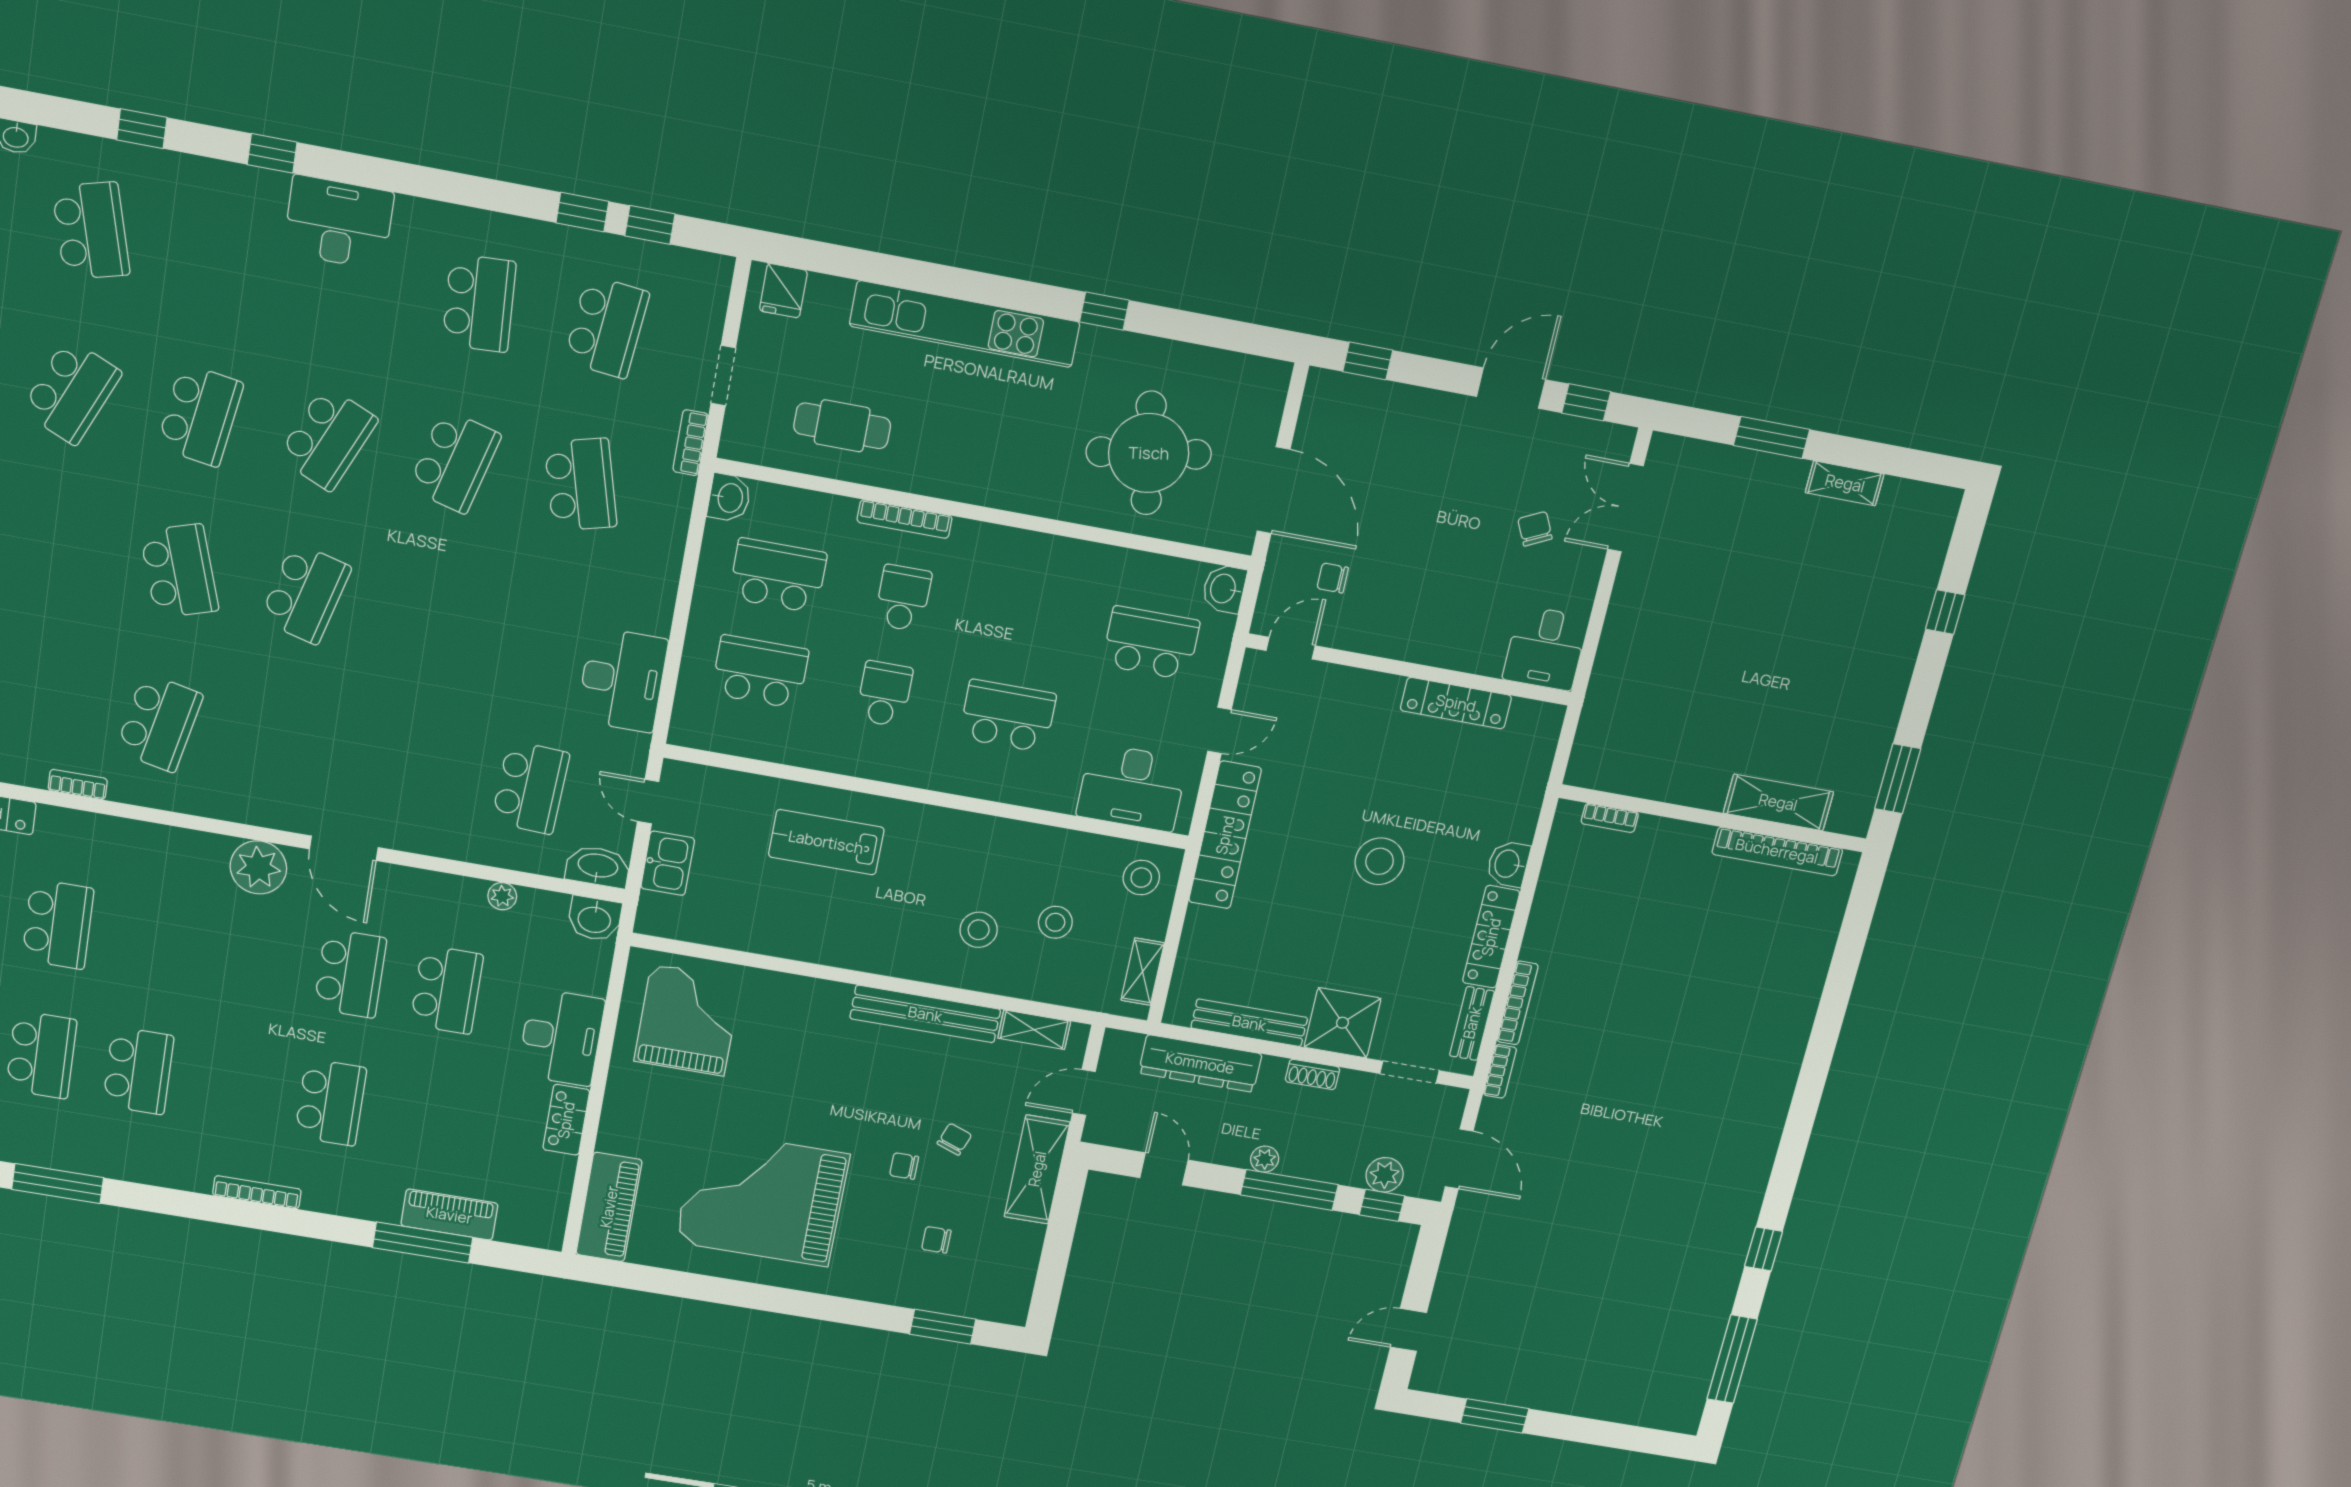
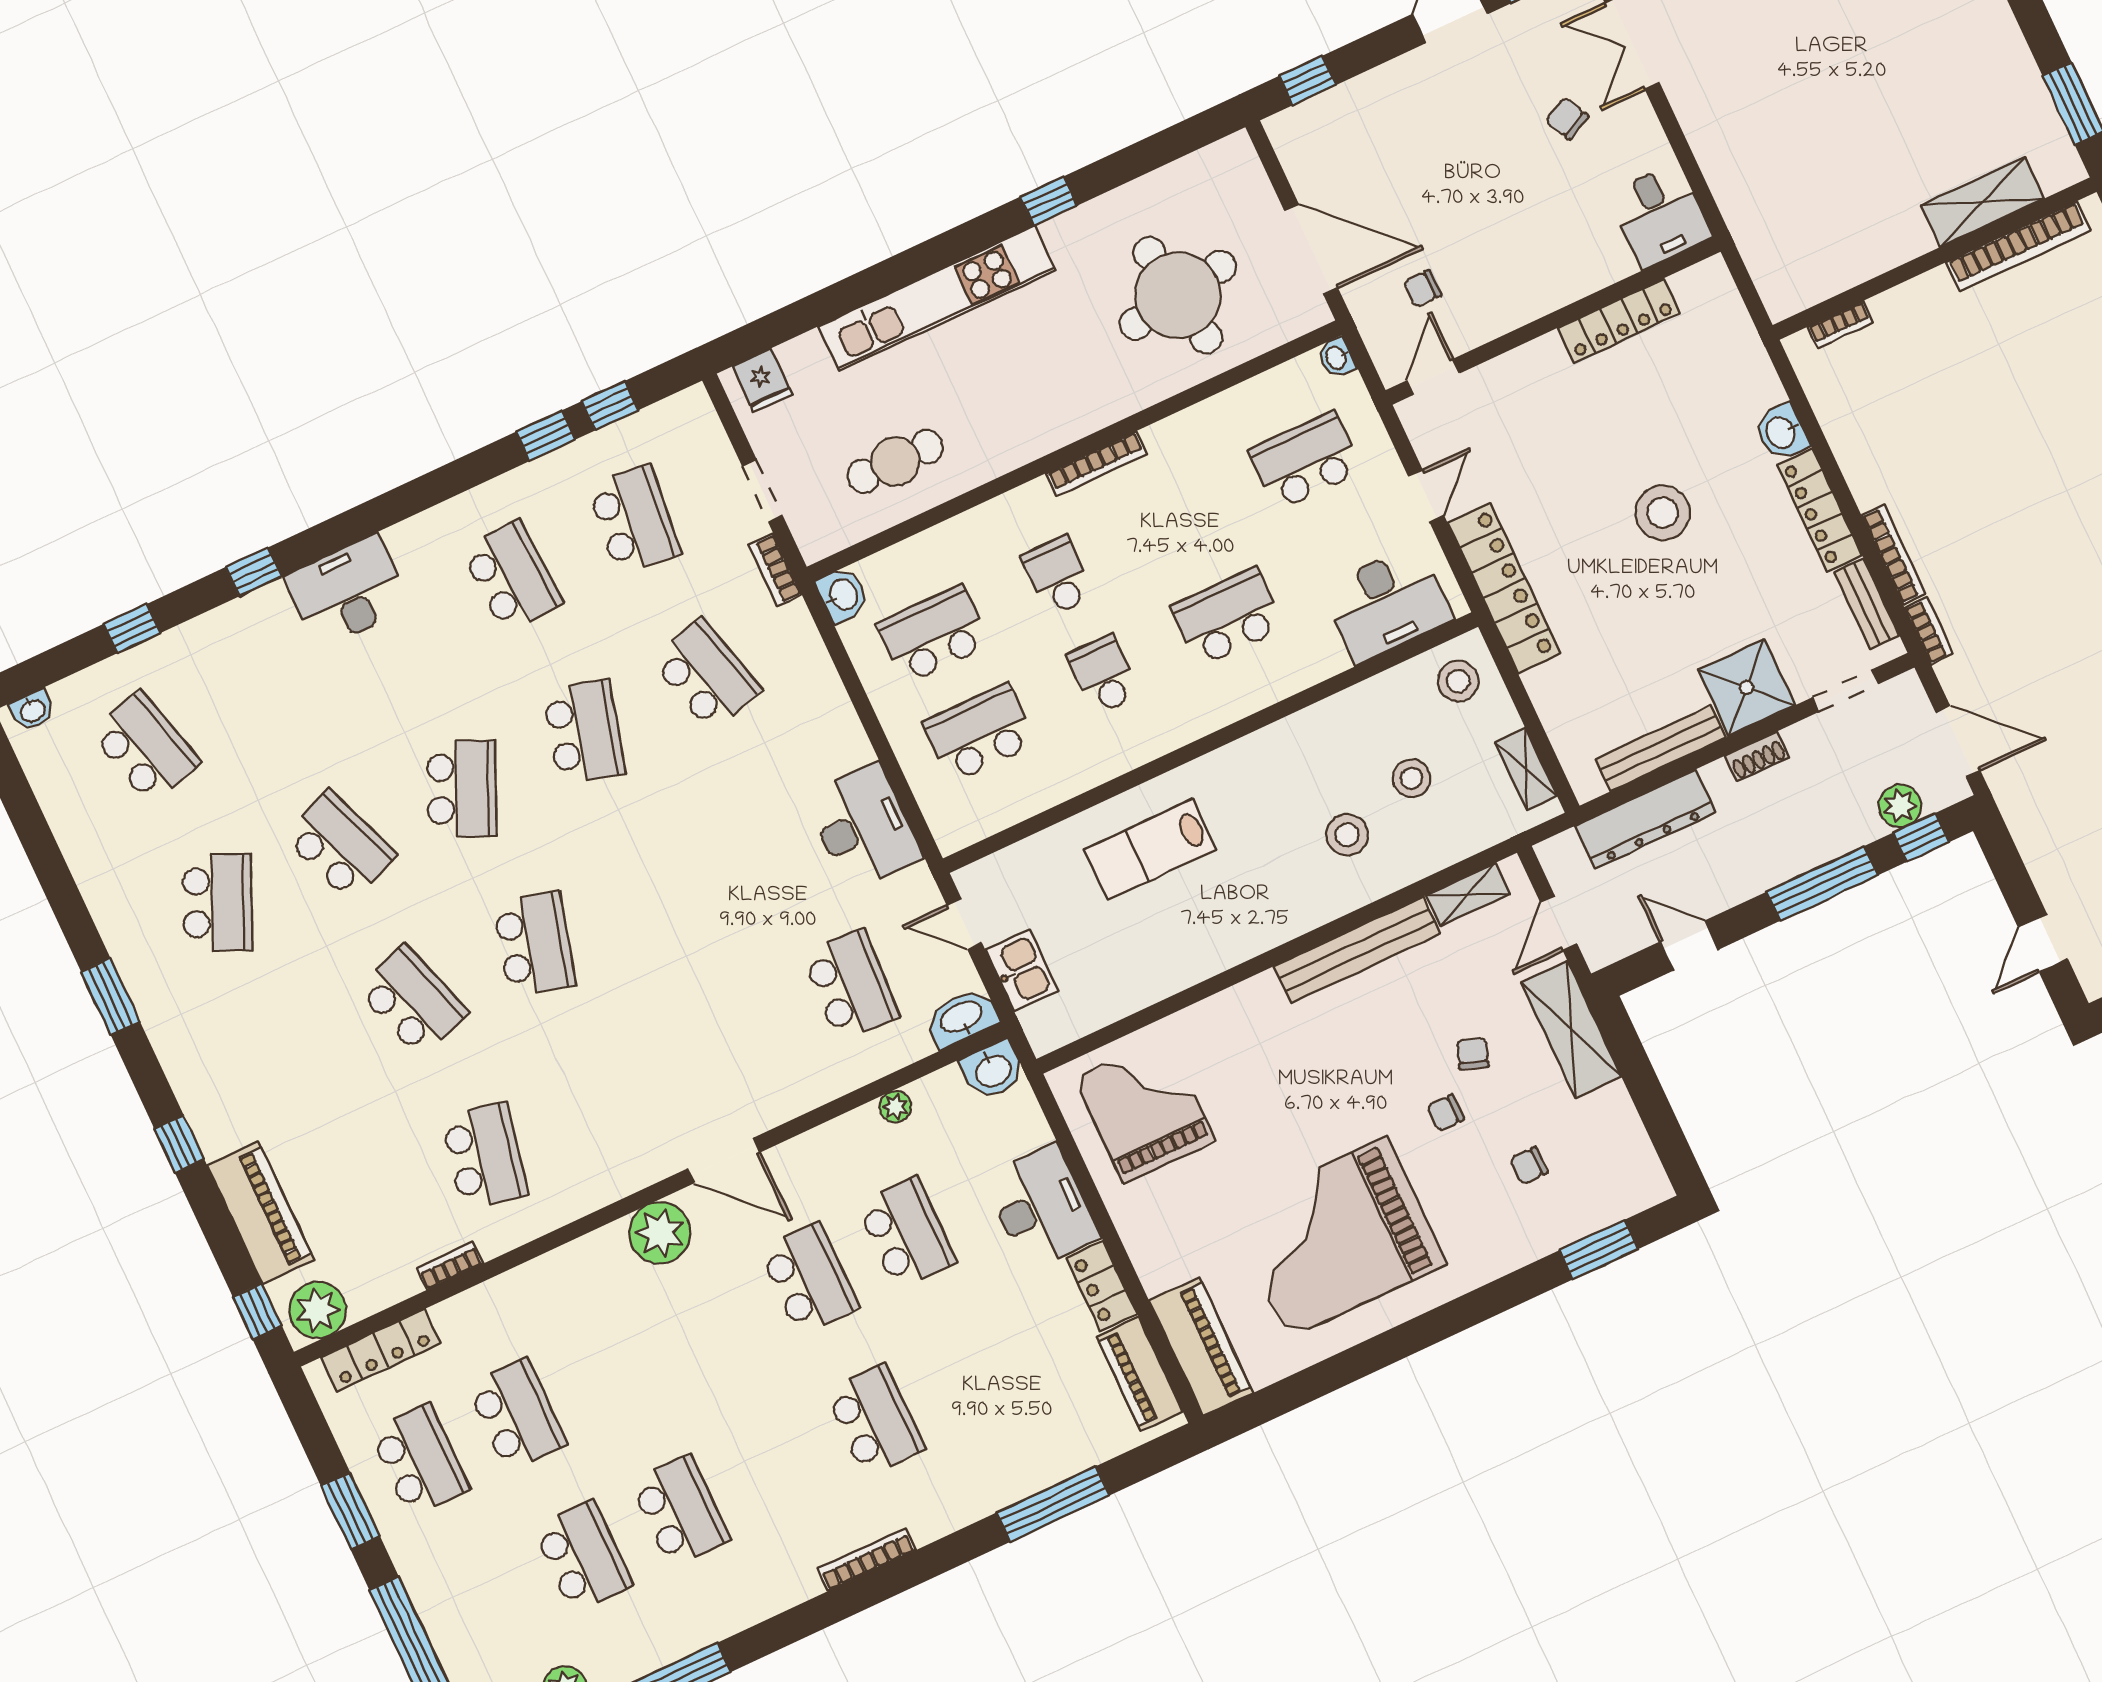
school desk: (200, 415) -> (340, 846), turned -30
bookcase: (904, 519) -> (1097, 464), moved
washbasin: (1224, 589) -> (1337, 358), width x0.72, depth x0.69
plant: (1265, 1159) -> (1776, 870), removed
piano: (449, 1215) -> (1140, 1374), moved, turned -90

